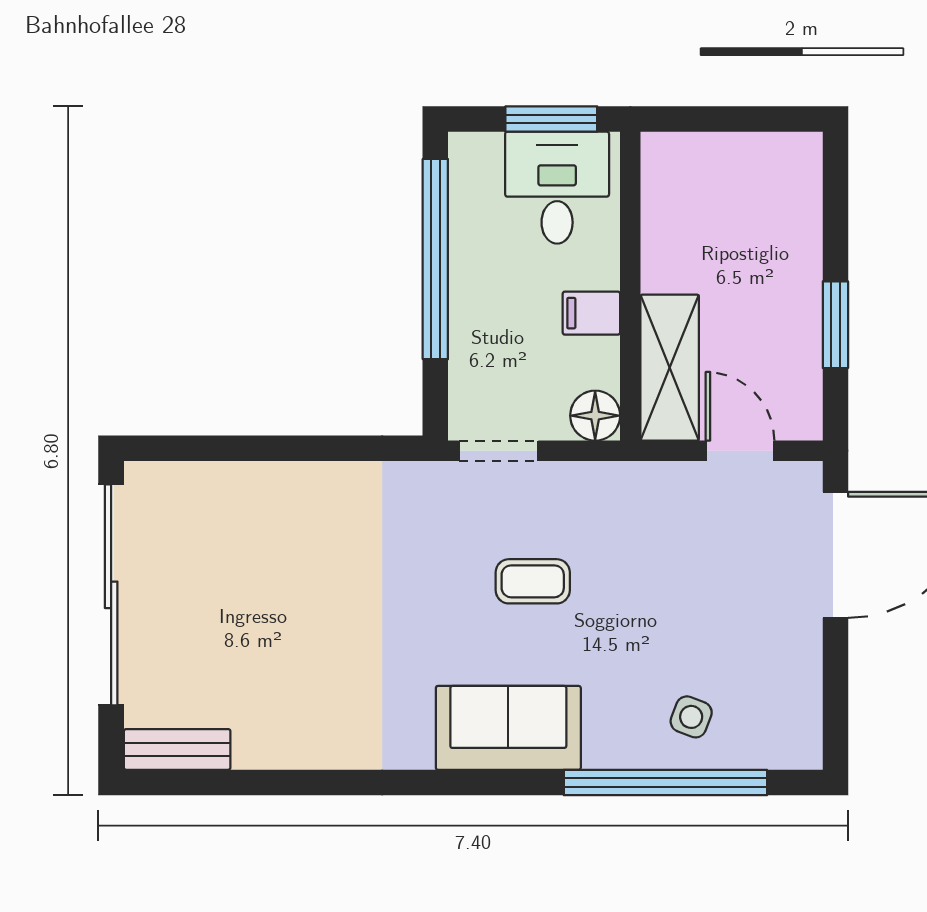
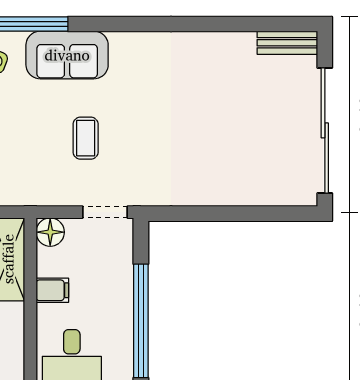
coffee table: (533, 581) -> (86, 138), turned 90
sofa: (508, 728) -> (67, 55), moved

